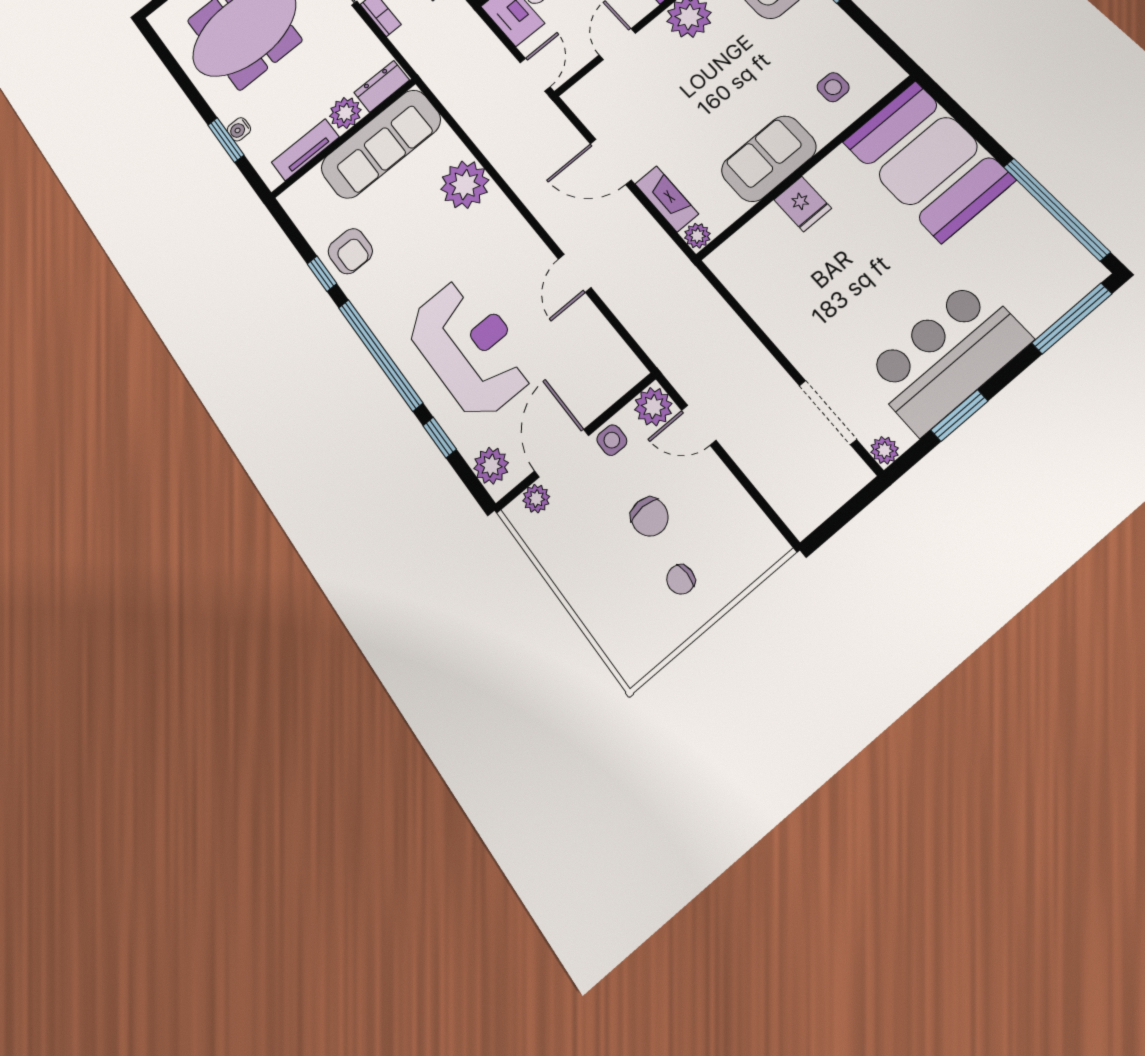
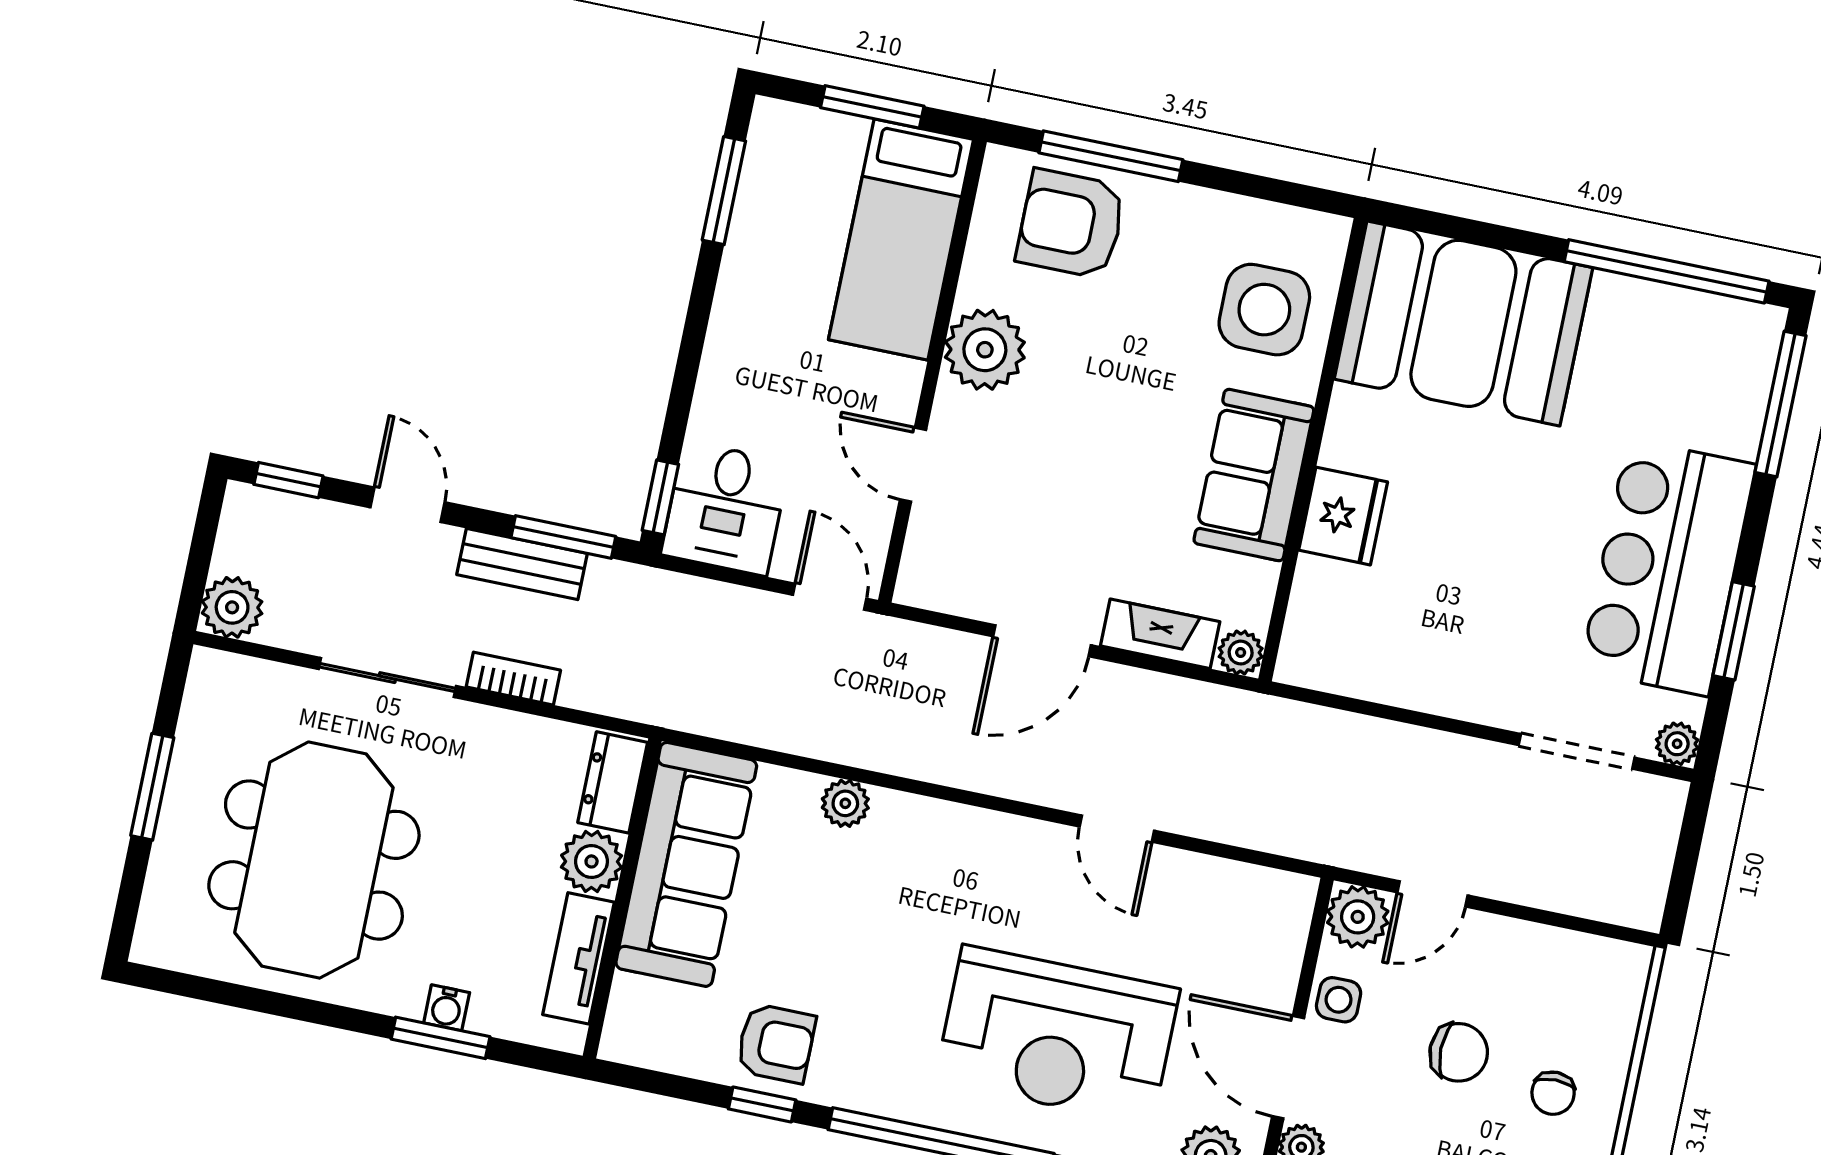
side table: (833, 87) -> (1264, 310), width x1.87, depth x1.87
plant: (465, 185) -> (845, 803), width x0.53, depth x0.53
fridge: (803, 204) -> (1343, 516), width x1.38
reception desk: (470, 348) -> (1057, 1035), turned 180

